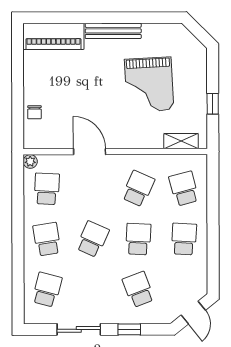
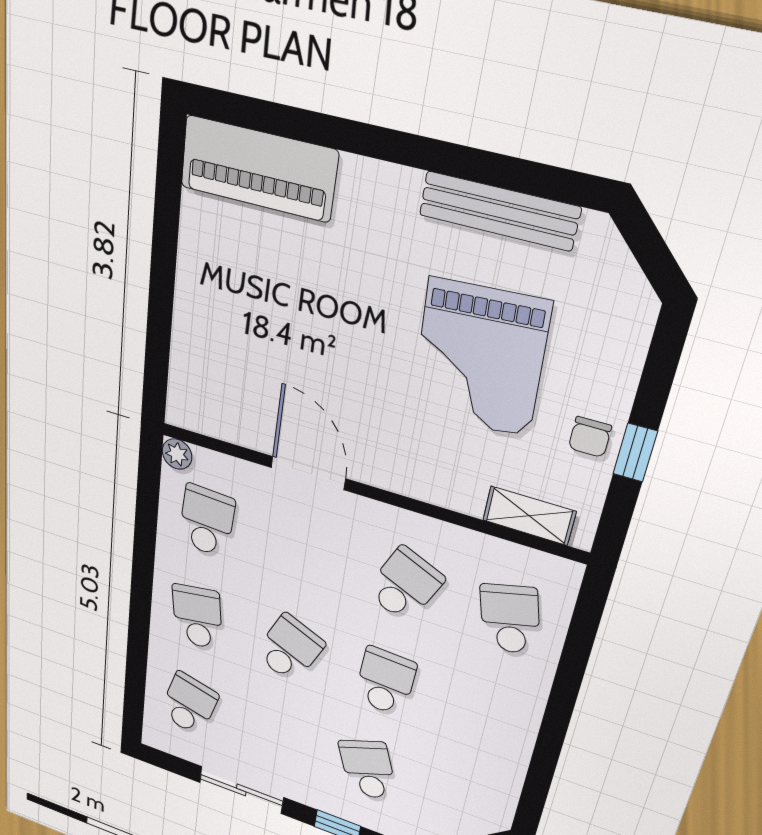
bench: (113, 31) -> (499, 211), moved
chair: (34, 112) -> (590, 437), moved
school desk: (184, 239) -> (485, 716), removed

